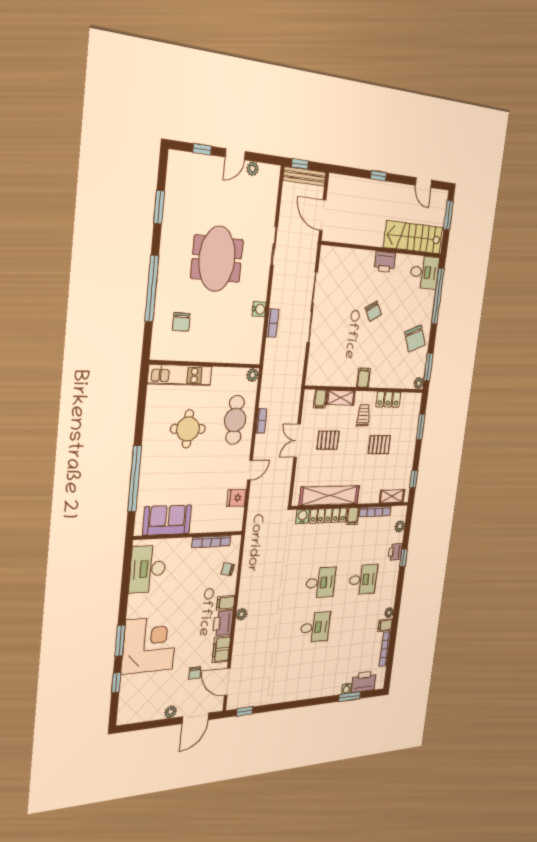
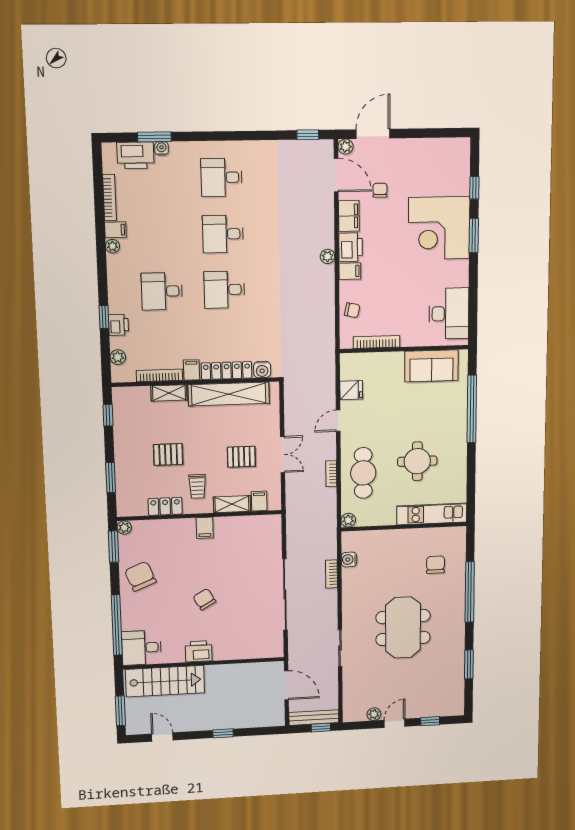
water cooler: (259, 309) -> (349, 560), moved
shelving: (392, 496) -> (169, 393), moved
desk: (310, 671) -> (222, 177), added
plant: (170, 712) -> (346, 147), moved

